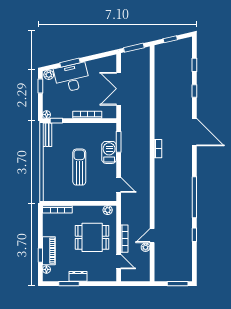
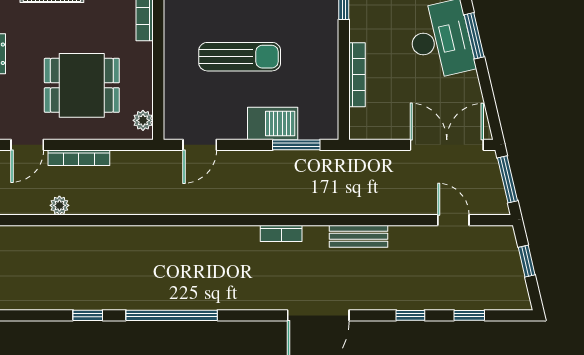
double door: (119, 89) -> (447, 145), moved
bench: (159, 114) -> (358, 236), added
door: (152, 236) -> (453, 220), moved
dining table: (92, 237) -> (82, 85), turned 90

